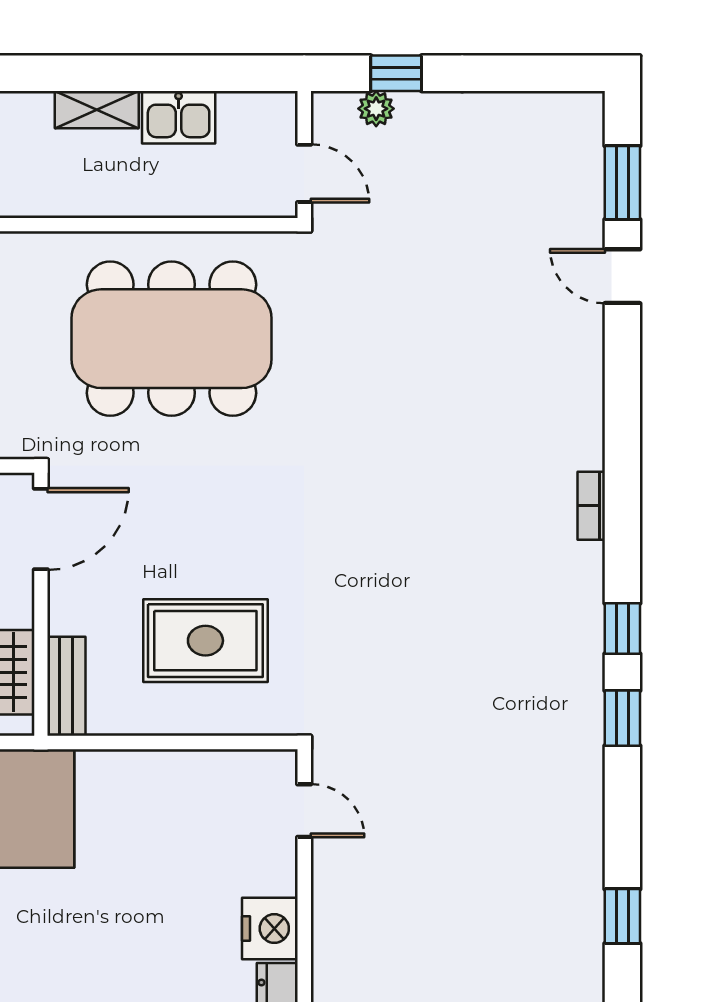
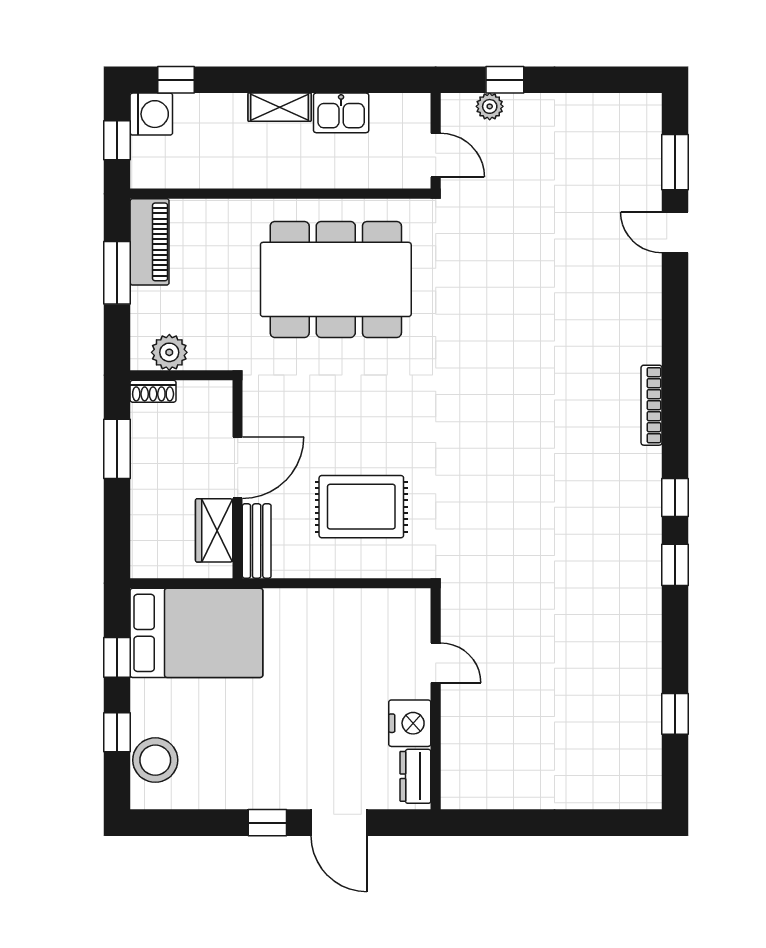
bookcase: (591, 506) -> (652, 405), width x1.56
door: (41, 529) -> (238, 468), moved
door: (304, 811) -> (436, 663), moved

